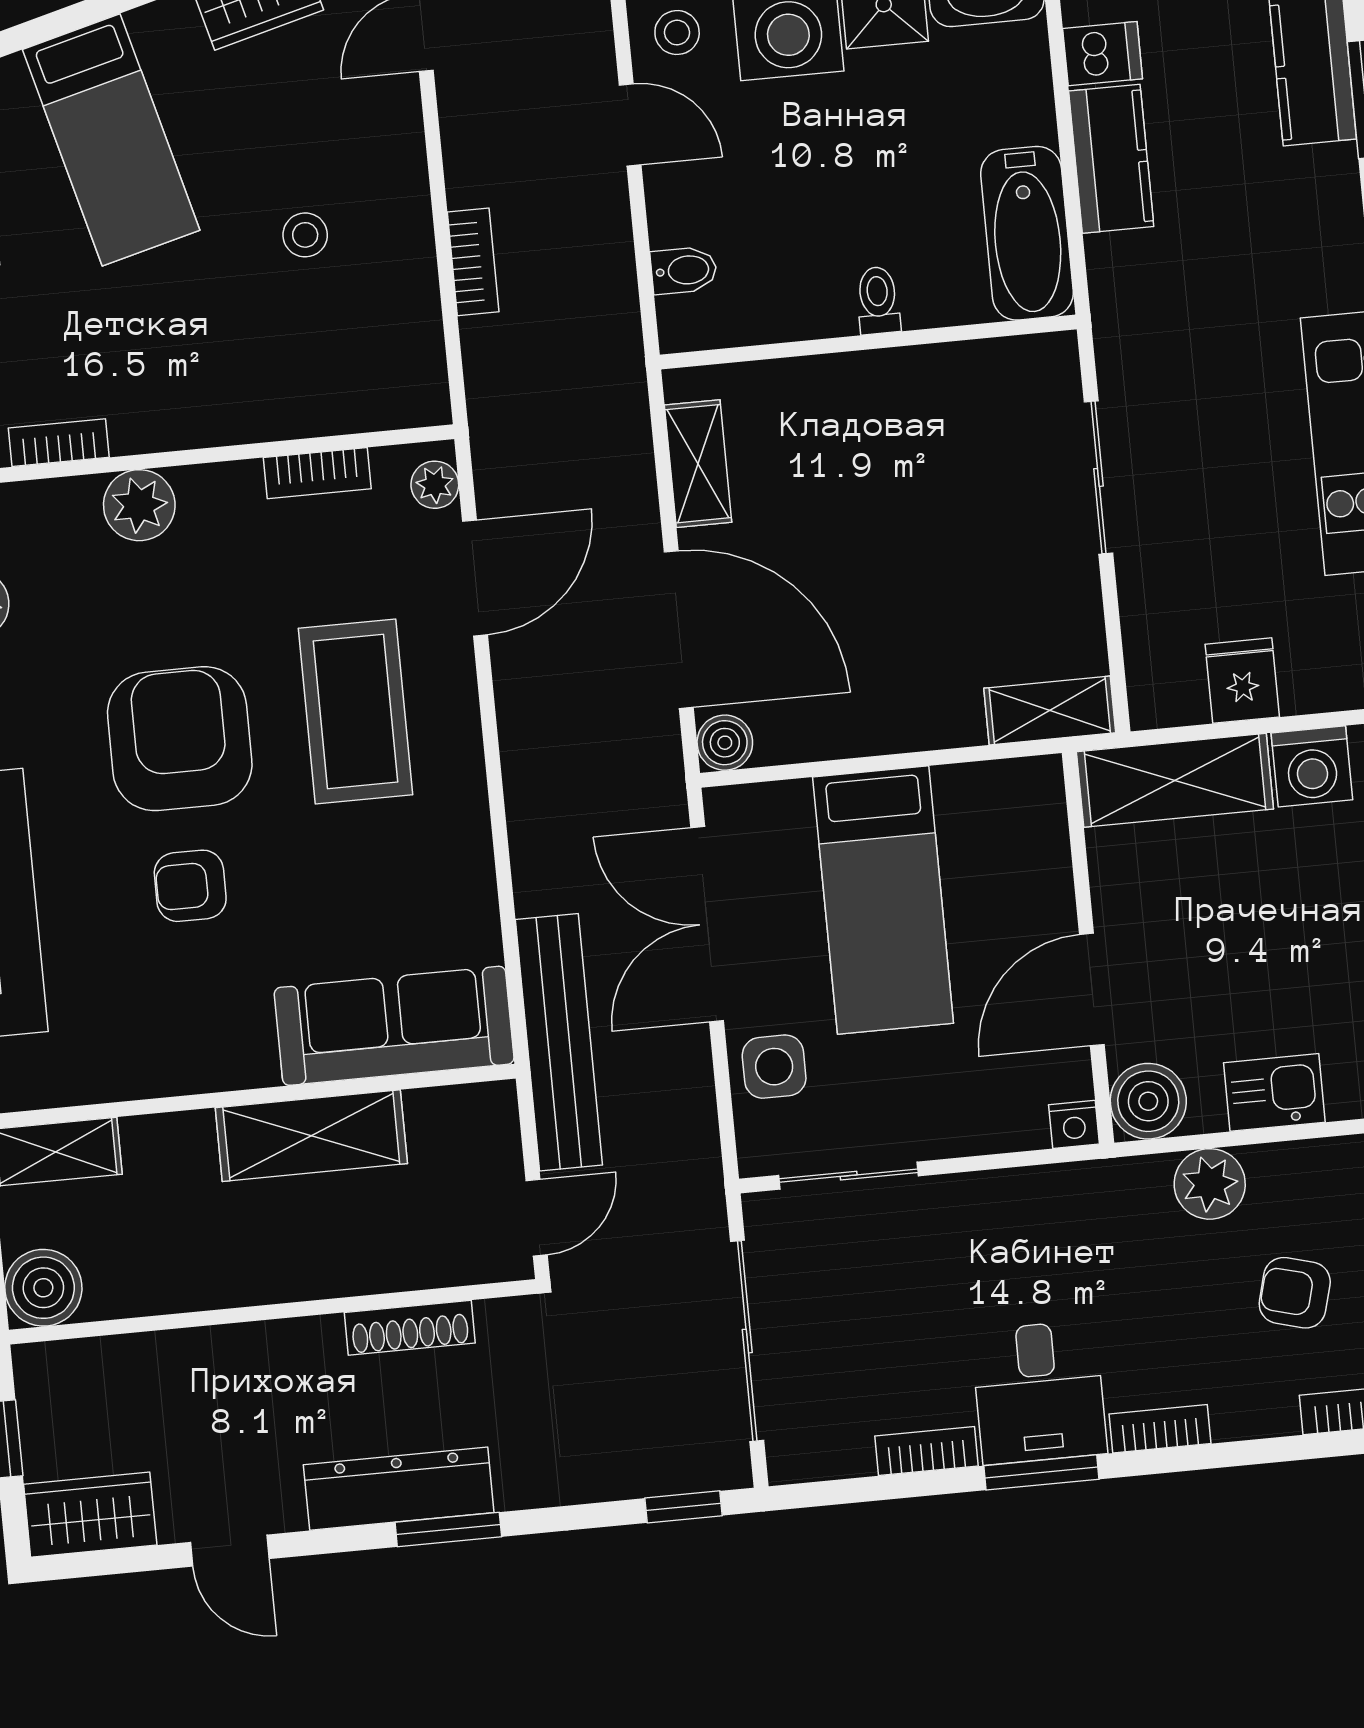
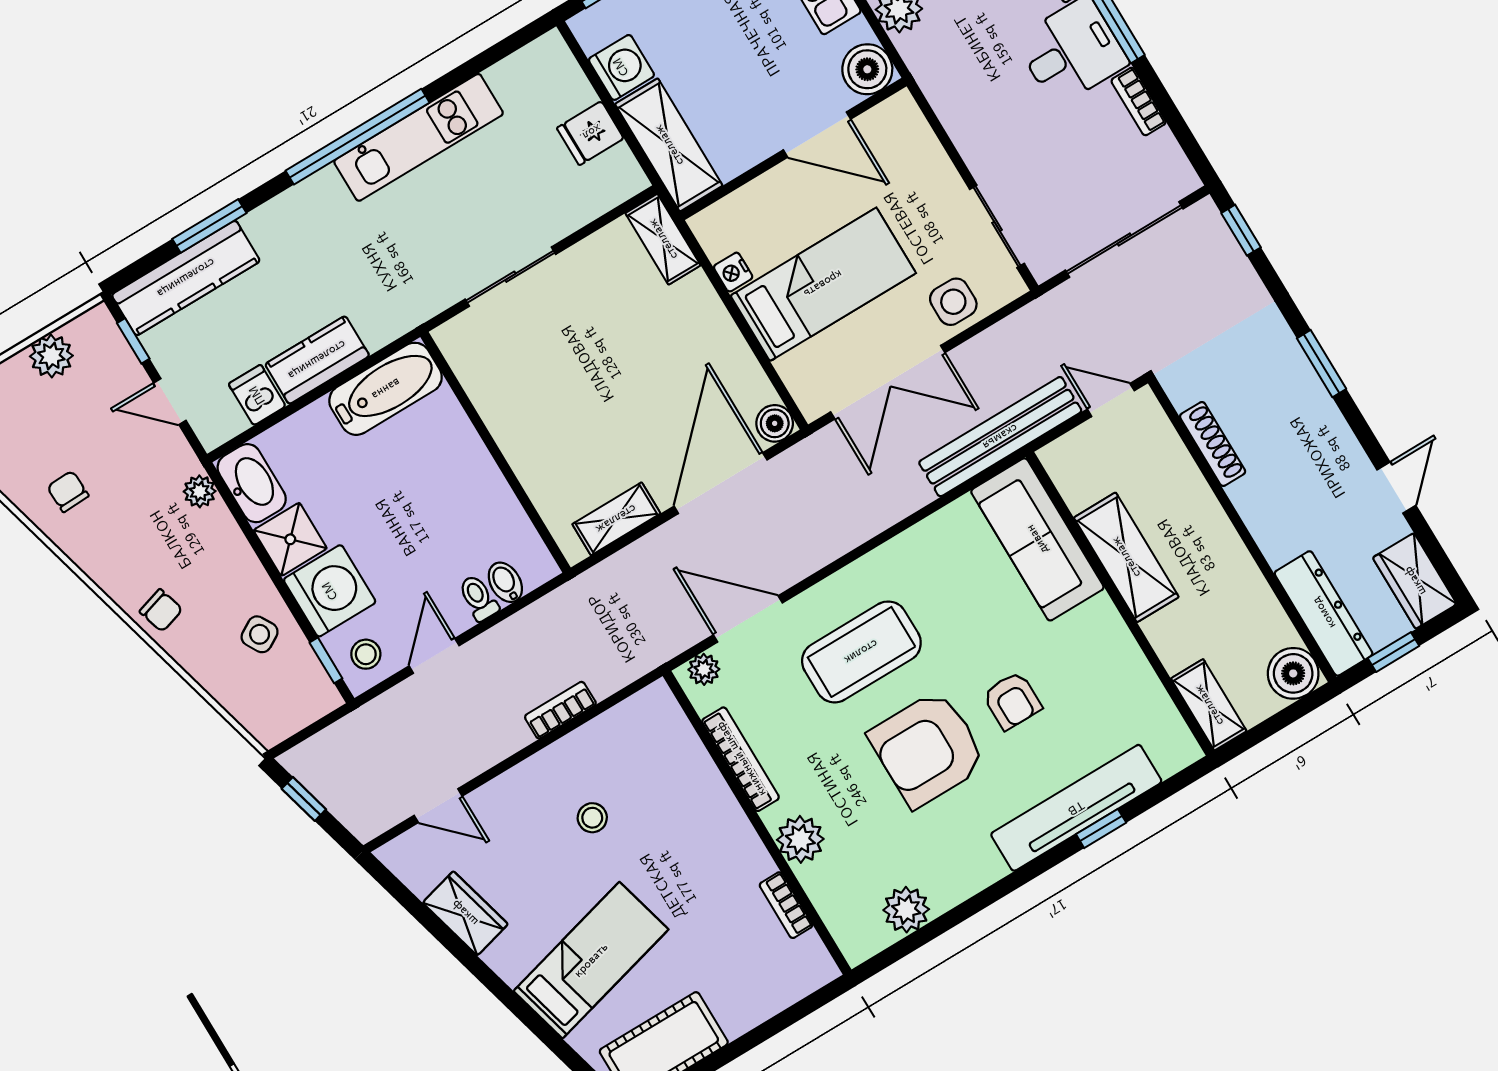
toilet: (878, 300) -> (478, 598), moved, turned 90
bookcase: (317, 473) -> (741, 759), width x1.56
nightstand: (1074, 1124) -> (733, 272), moved, turned 180
dresser: (399, 1489) -> (1324, 613), moved, turned 180

